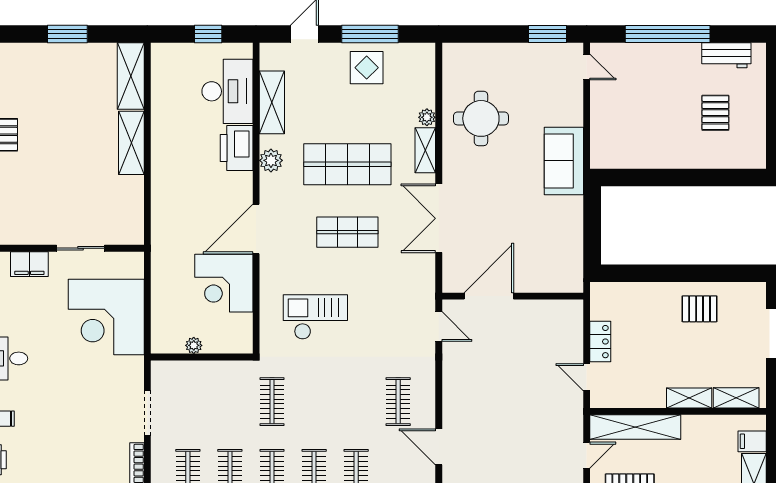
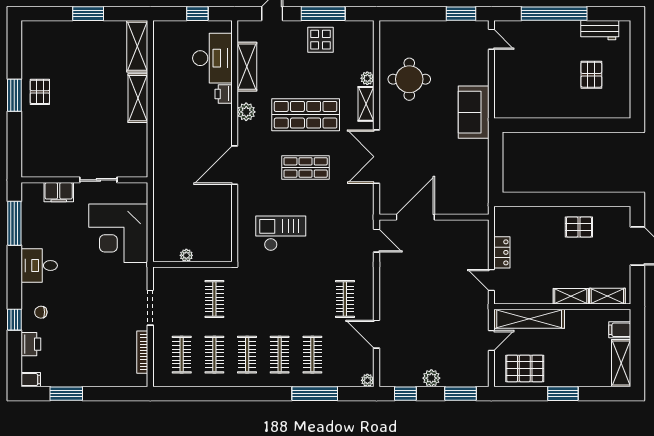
printer: (237, 148) -> (224, 94), width x0.53, depth x0.68
corner desk: (224, 283) -> (210, 207), removed
clothes rail: (272, 402) -> (214, 299), moved

